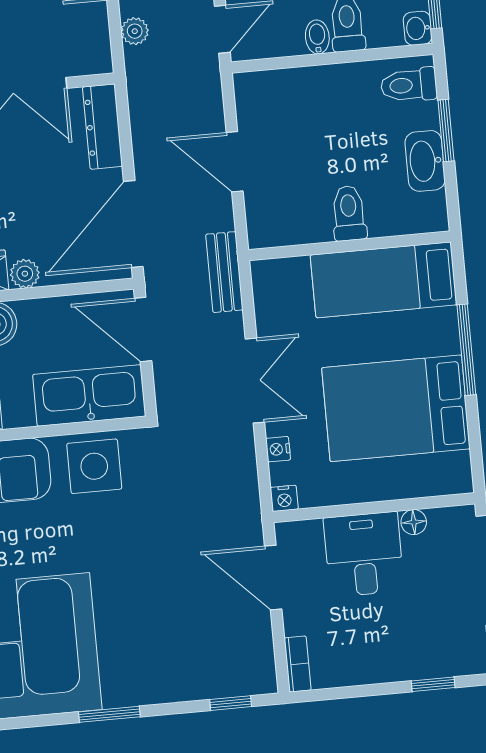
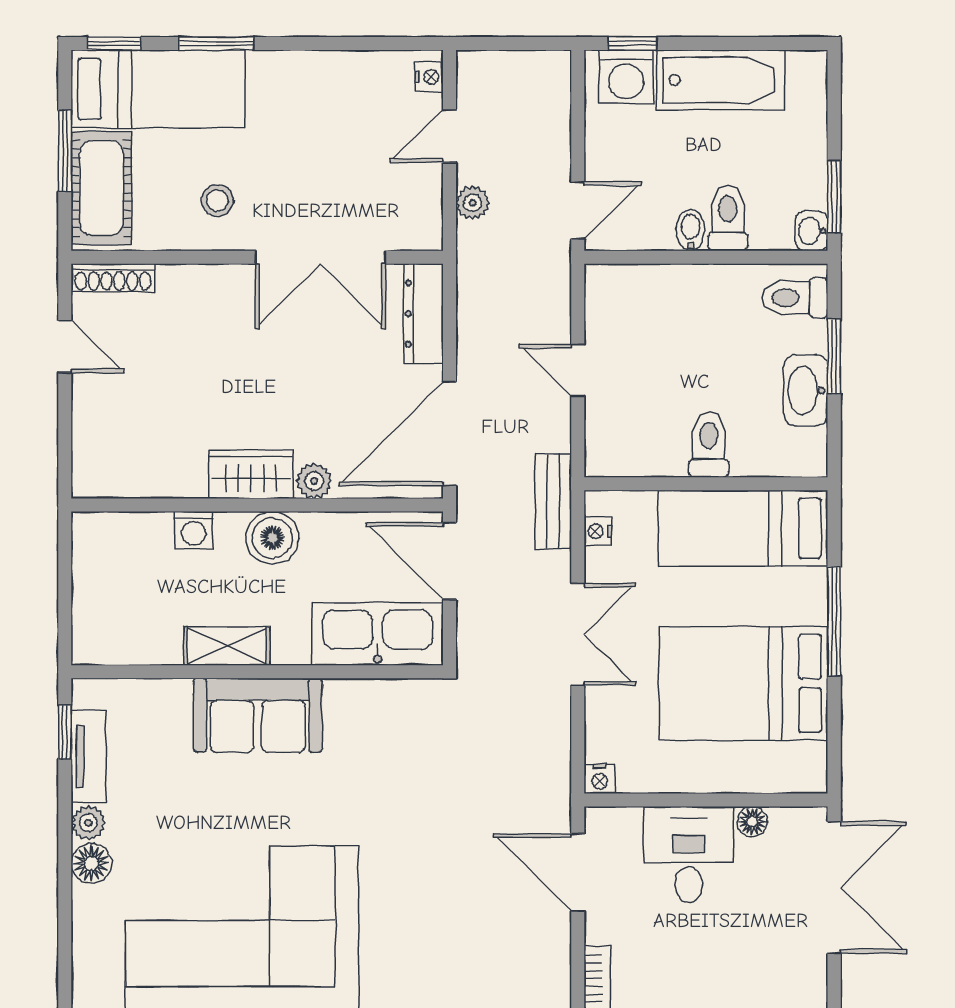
door: (235, 162) -> (578, 370), width x0.73
nightstand: (278, 449) -> (598, 531), moved
side table: (94, 466) -> (376, 719), removed

